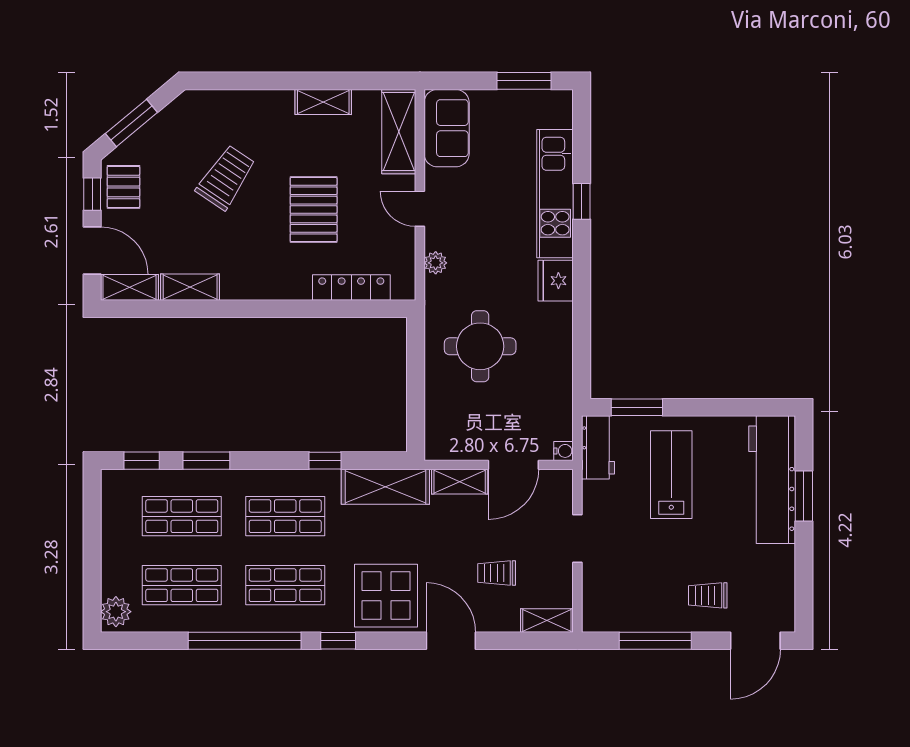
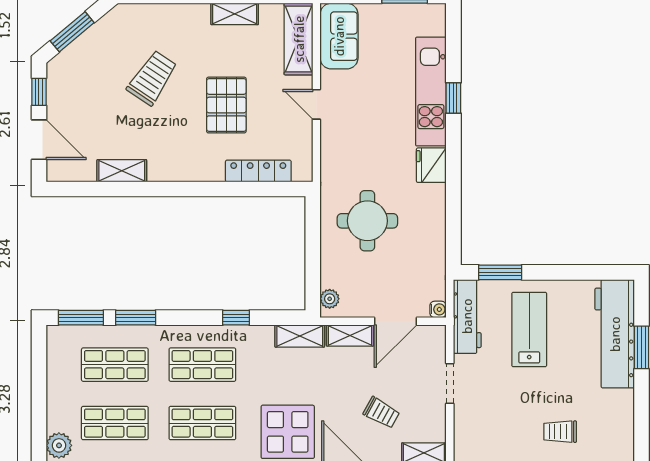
pallet: (123, 187) -> (65, 86), removed
plant: (436, 263) -> (330, 299), moved
shelving: (130, 287) -> (71, 171), removed
workbench: (598, 447) -> (467, 316), width x1.38
window: (142, 461) -> (81, 318), width x1.50
shelving: (385, 487) -> (300, 336), width x0.67, depth x0.75
trolley: (497, 573) -> (381, 413), turned -151

